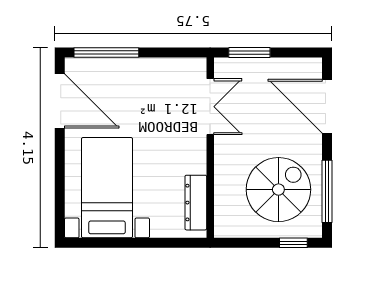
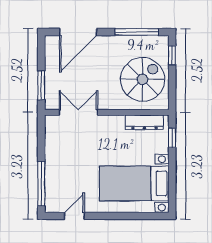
door: (60, 101) -> (74, 216), width x0.53
spiral stairs: (278, 190) -> (143, 79), moved, turned 90
window: (173, 243) -> (172, 138), added

